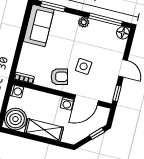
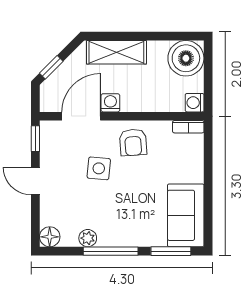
window: (106, 20) -> (111, 251), moved
plant: (84, 22) -> (88, 238), moved
armchair: (59, 77) -> (133, 142), turned -80
shelving: (44, 130) -> (116, 52), moved

